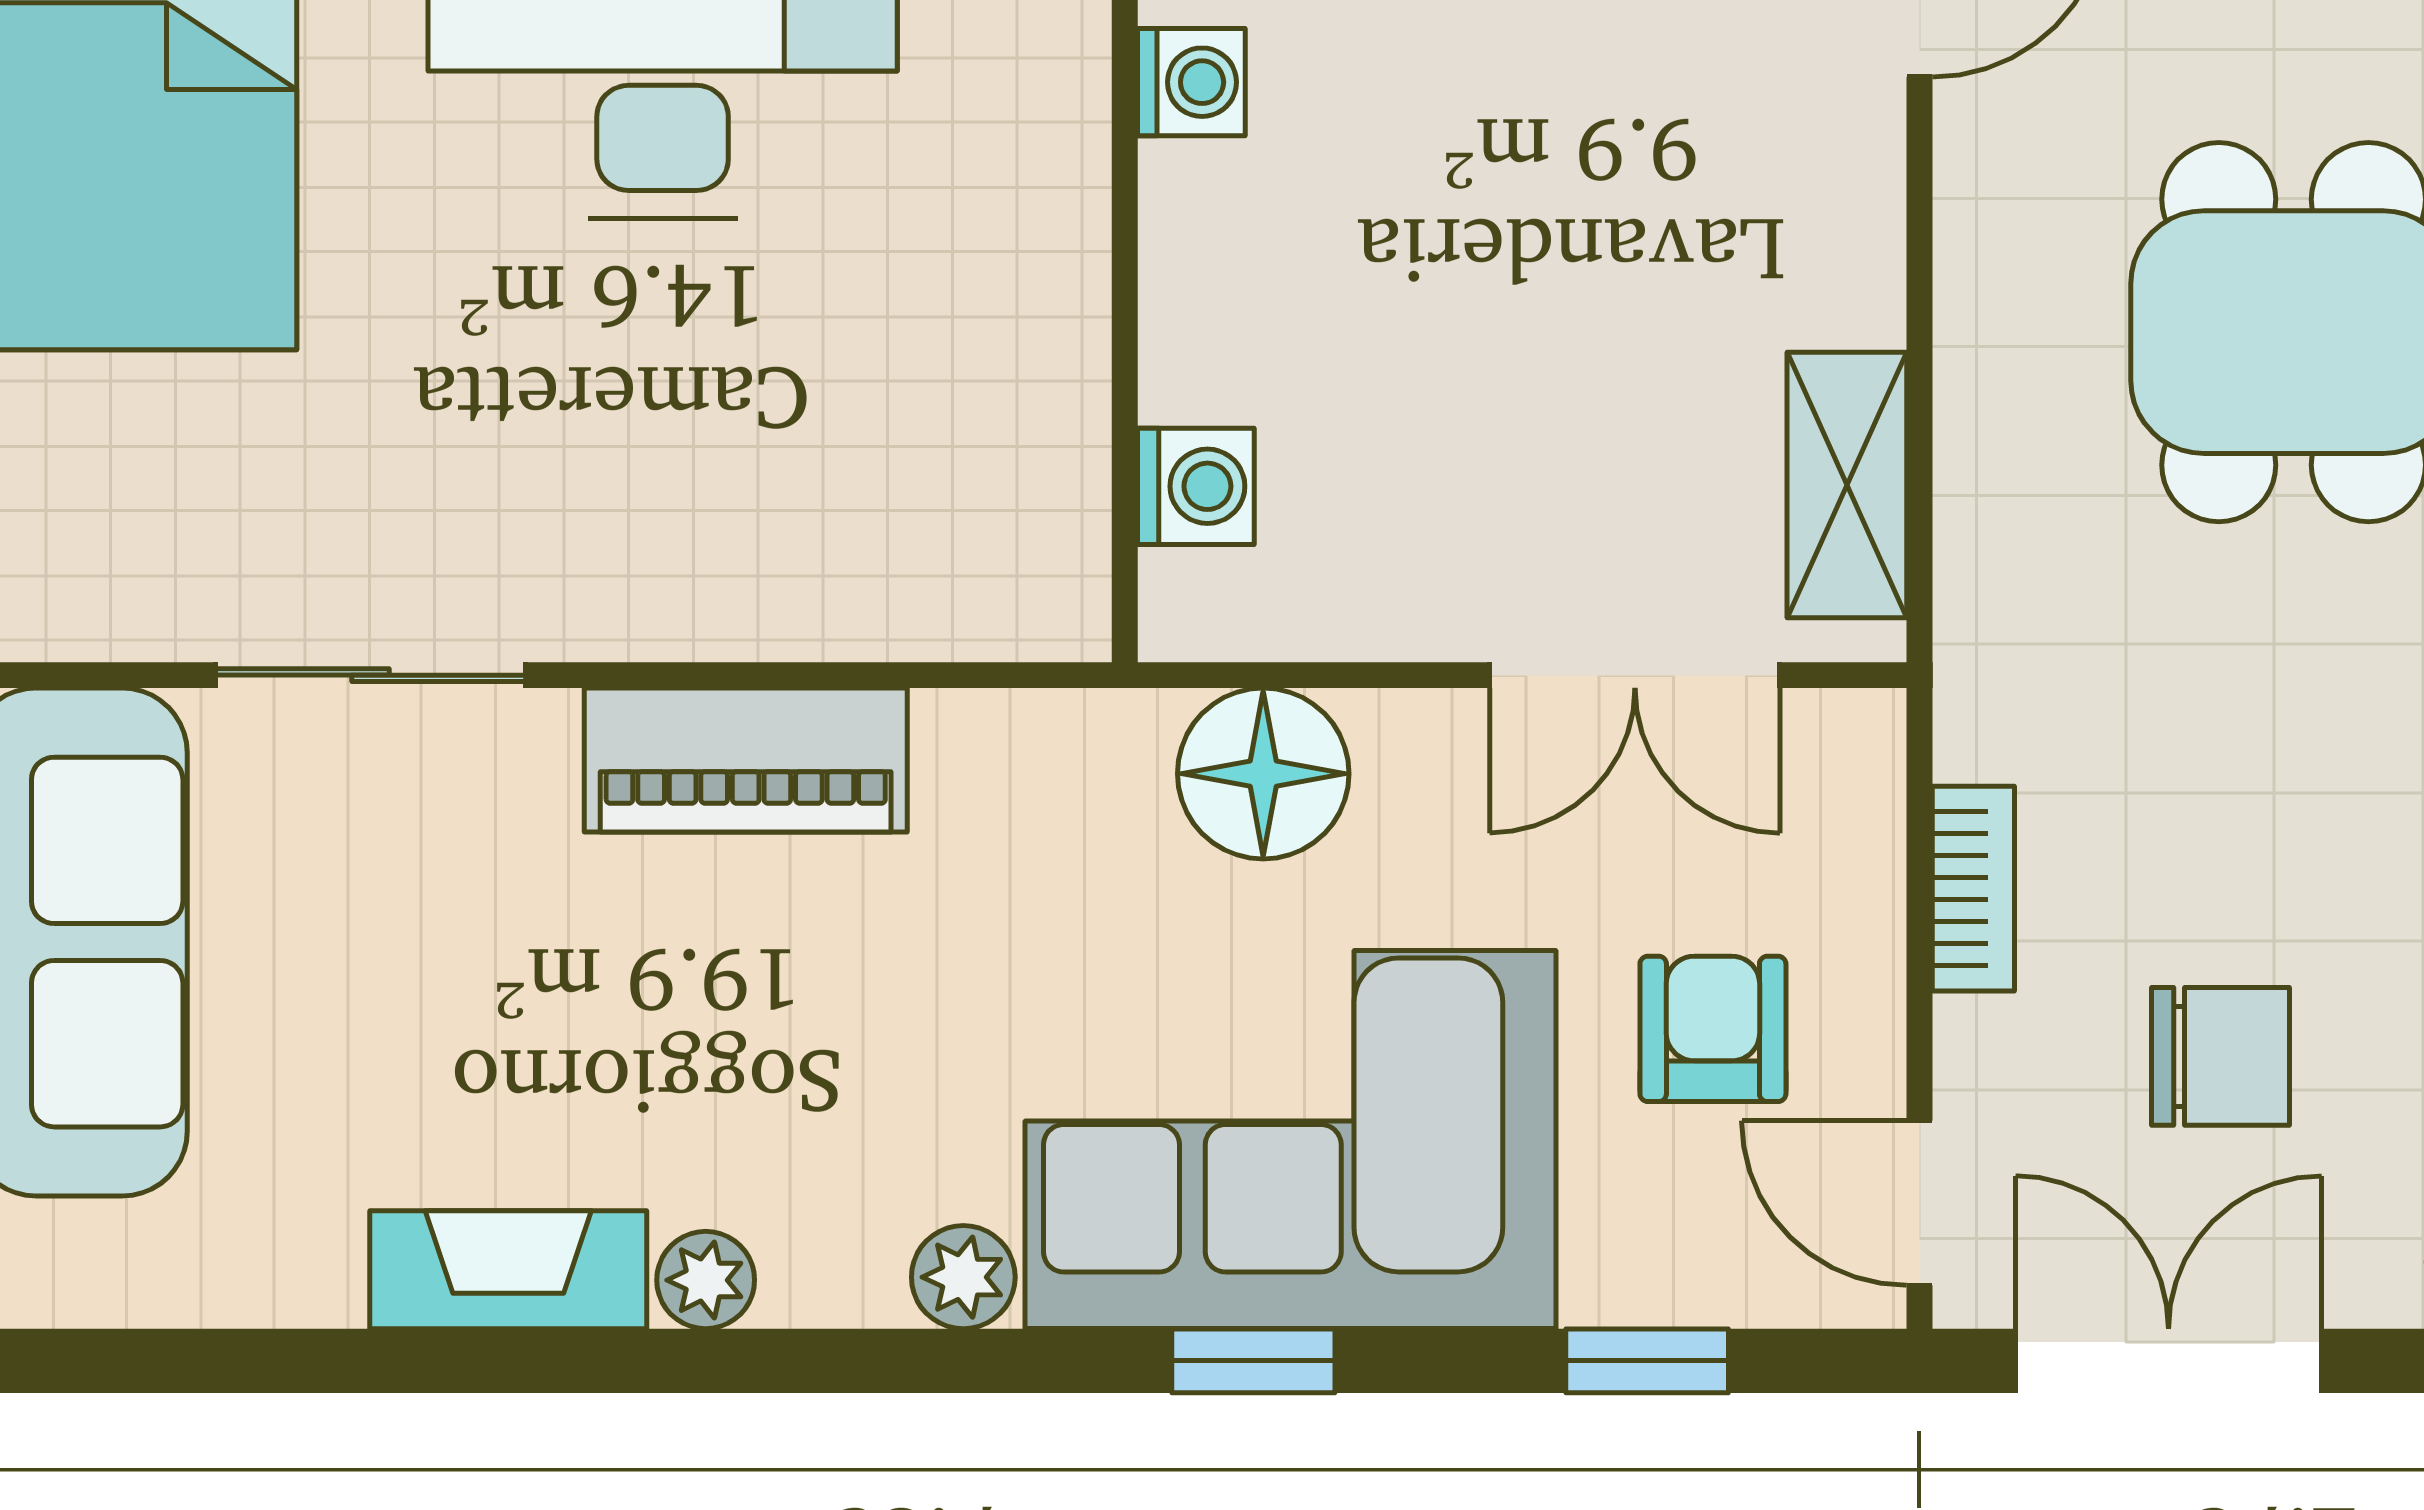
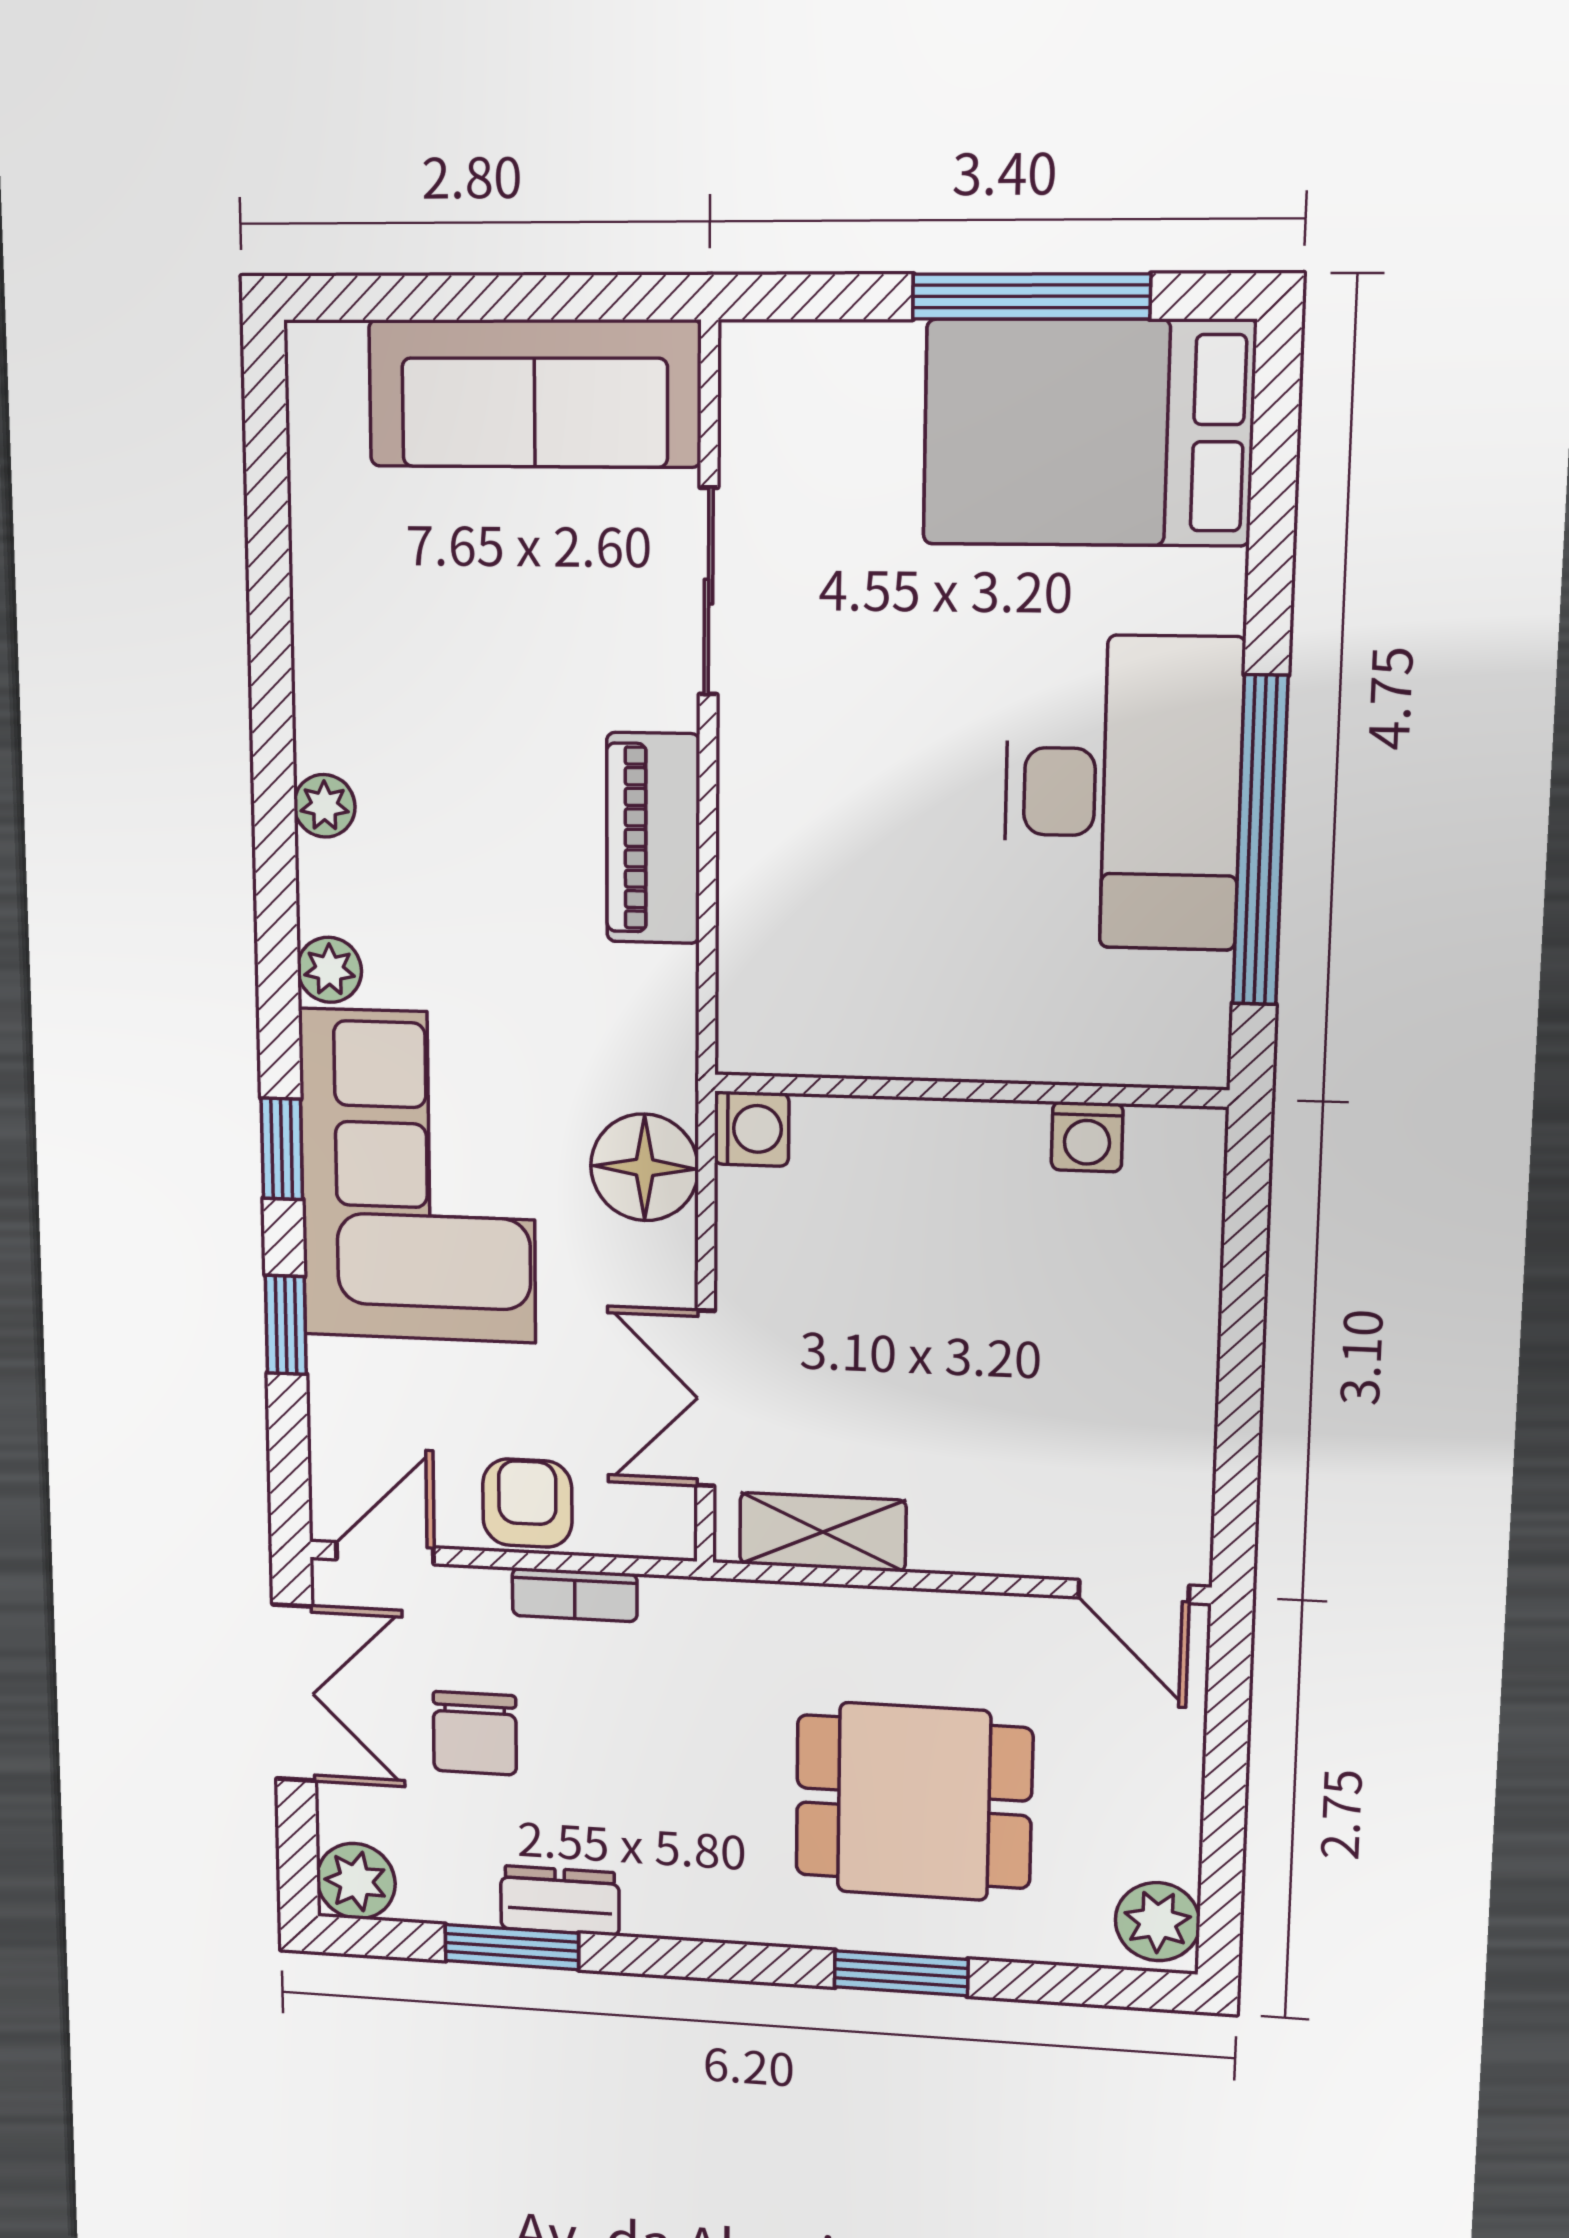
washing machine: (1196, 486) -> (752, 1129), moved, turned -90
armchair: (1713, 1029) -> (527, 1503), moved, turned -90
fireplace: (508, 1270) -> (328, 678), removed
window: (1647, 1361) -> (286, 1325), moved

